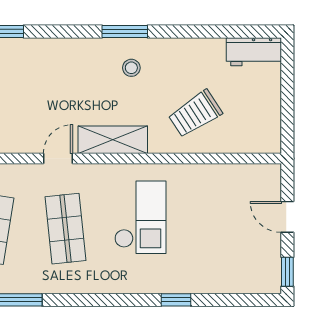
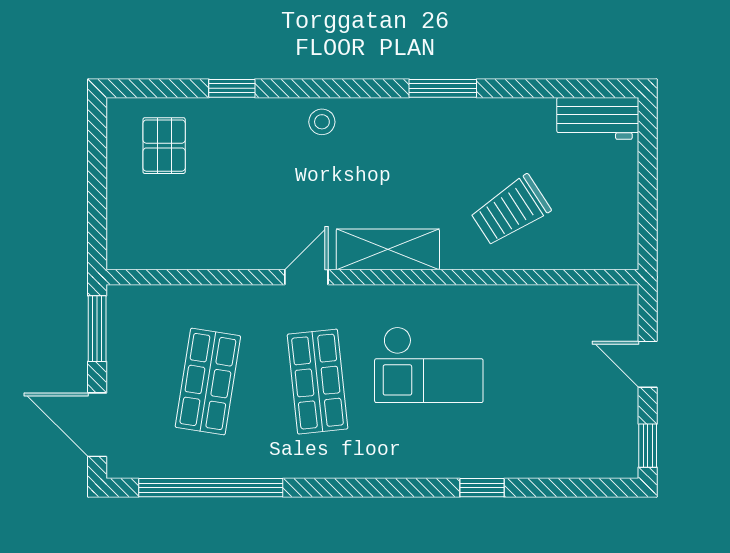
window: (125, 32) -> (443, 88), moved
stool: (131, 68) -> (322, 122), moved
checkout: (140, 217) -> (429, 365), turned 90

